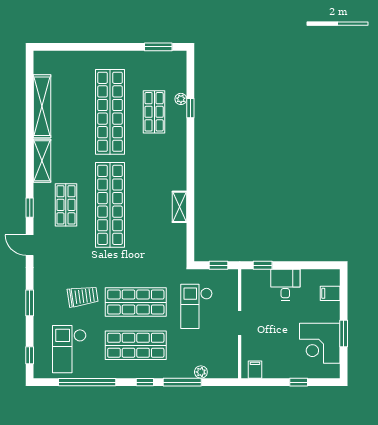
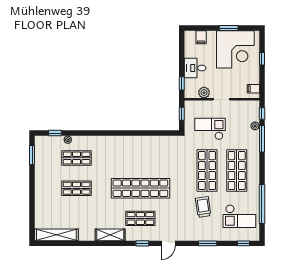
shelving: (42, 106) -> (56, 235), moved
window: (190, 108) -> (55, 133), moved
shop shelf: (110, 112) -> (77, 188), width x0.50, depth x0.74
shelving: (180, 207) -> (142, 141), removed
plant: (249, 298) -> (204, 93), added
checkout: (196, 306) -> (210, 129), turned 180
corner desk: (320, 343) -> (235, 49), width x1.36, depth x1.36
window: (145, 382) -> (262, 113), moved

